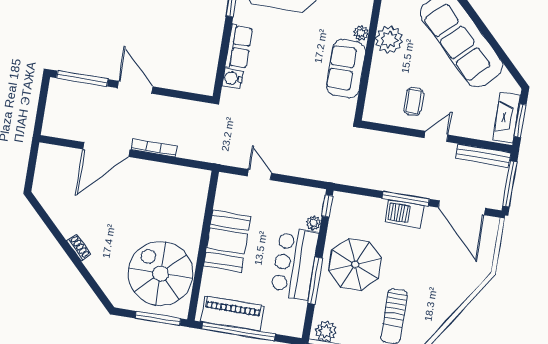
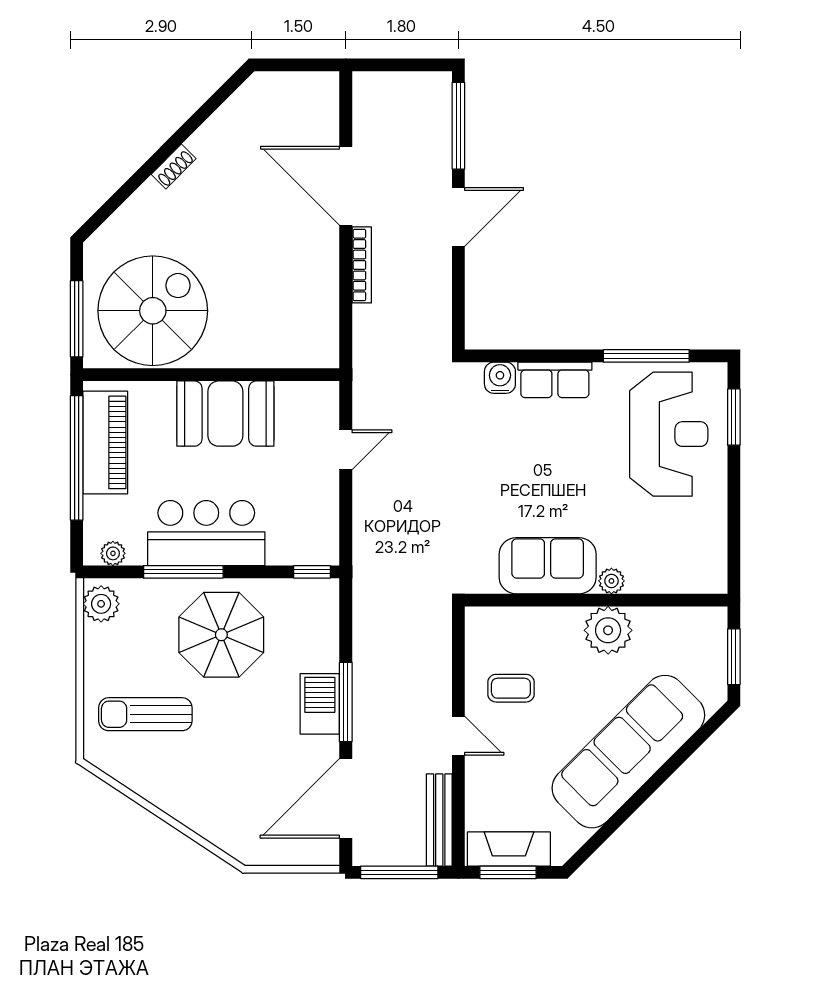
plant: (313, 223) -> (113, 553), moved

